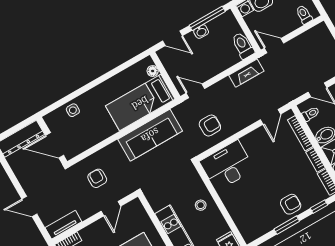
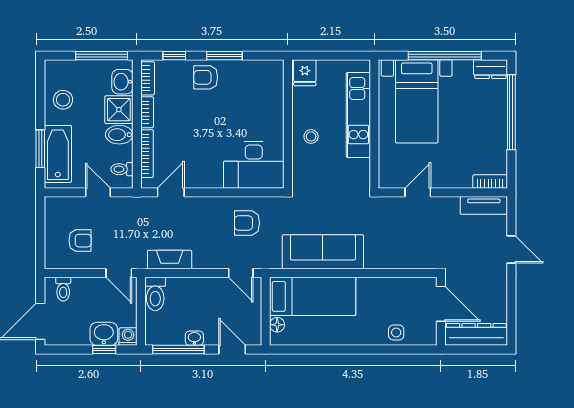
armchair: (97, 178) -> (80, 241), moved, turned -90

